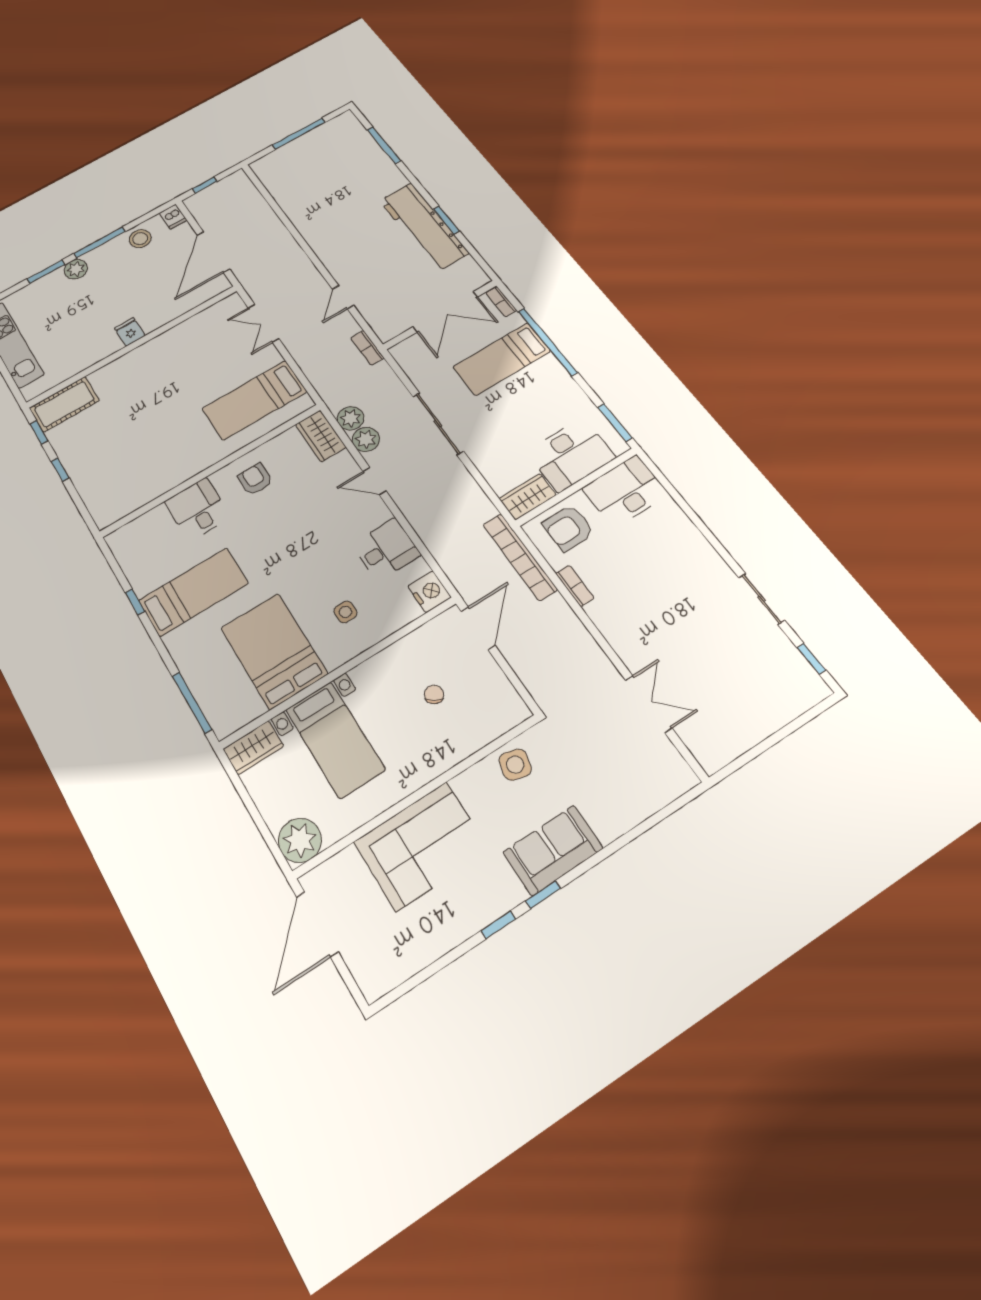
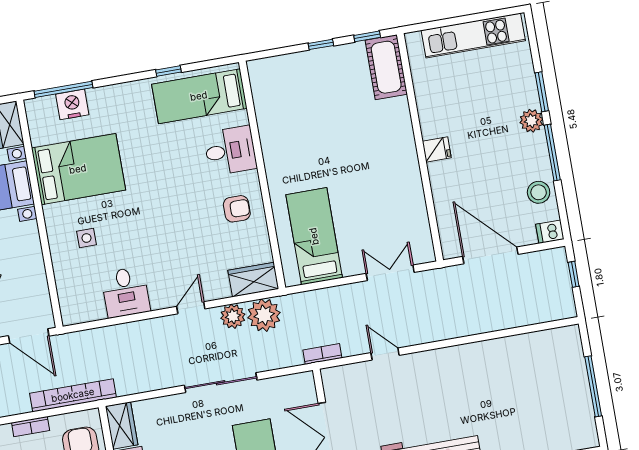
plant: (351, 418) -> (264, 315), width x1.36, depth x1.36
bed: (194, 592) -> (199, 96), moved, turned 90
nightstand: (429, 592) -> (72, 104), moved, turned 180

